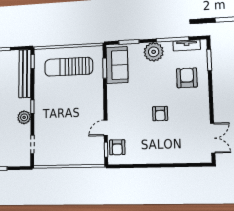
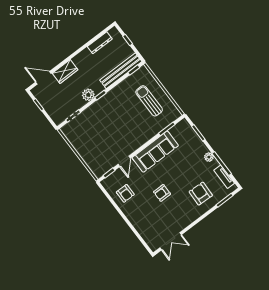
plant: (154, 52) -> (209, 157), width x0.53, depth x0.53
sofa: (117, 65) -> (155, 152), moved, width x1.36
sun lounger: (69, 67) -> (149, 101), width x0.73, depth x0.75
armchair: (187, 78) -> (201, 194), turned -88
door: (106, 128) -> (124, 161), swing flipped
armchair: (117, 147) -> (125, 193), moved, turned -90

